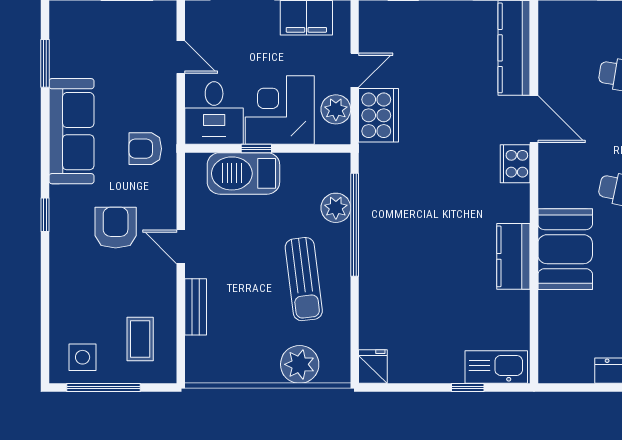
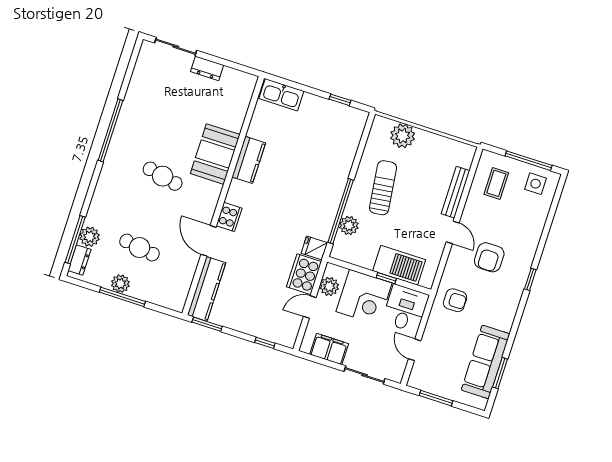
sofa: (71, 131) -> (486, 362), moved
bench: (196, 307) -> (455, 192), width x1.36
fridge: (373, 367) -> (314, 248), moved, turned 90
window: (468, 388) -> (340, 100), moved

